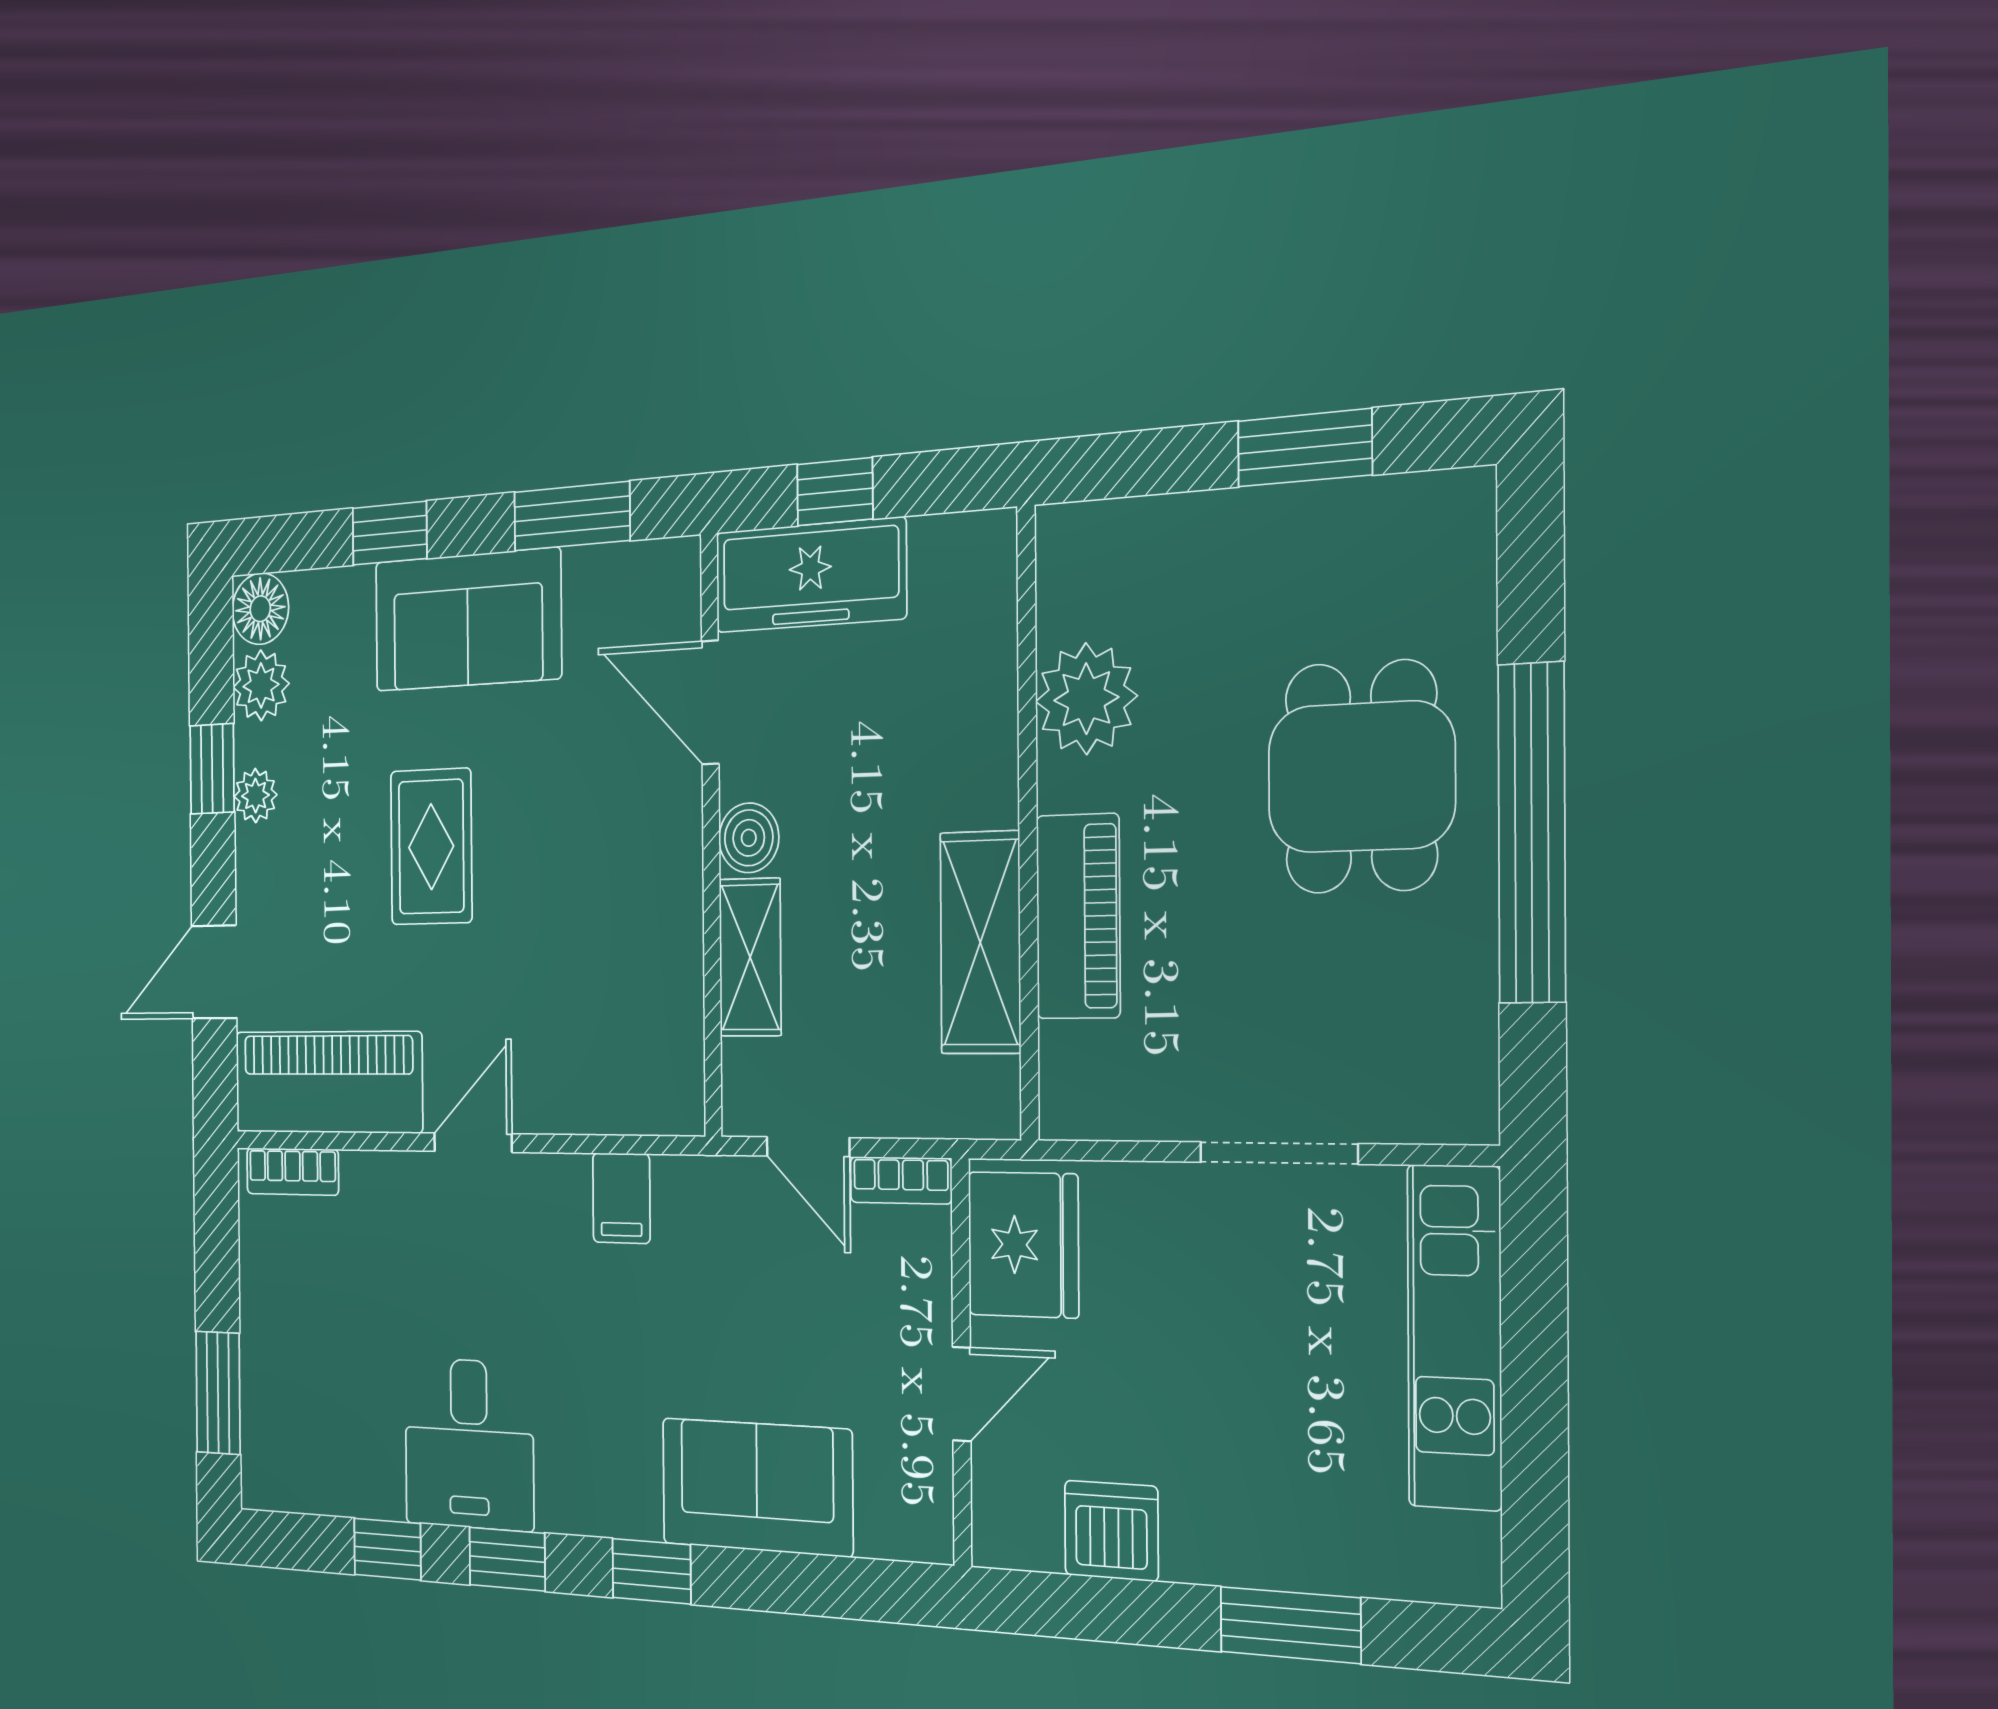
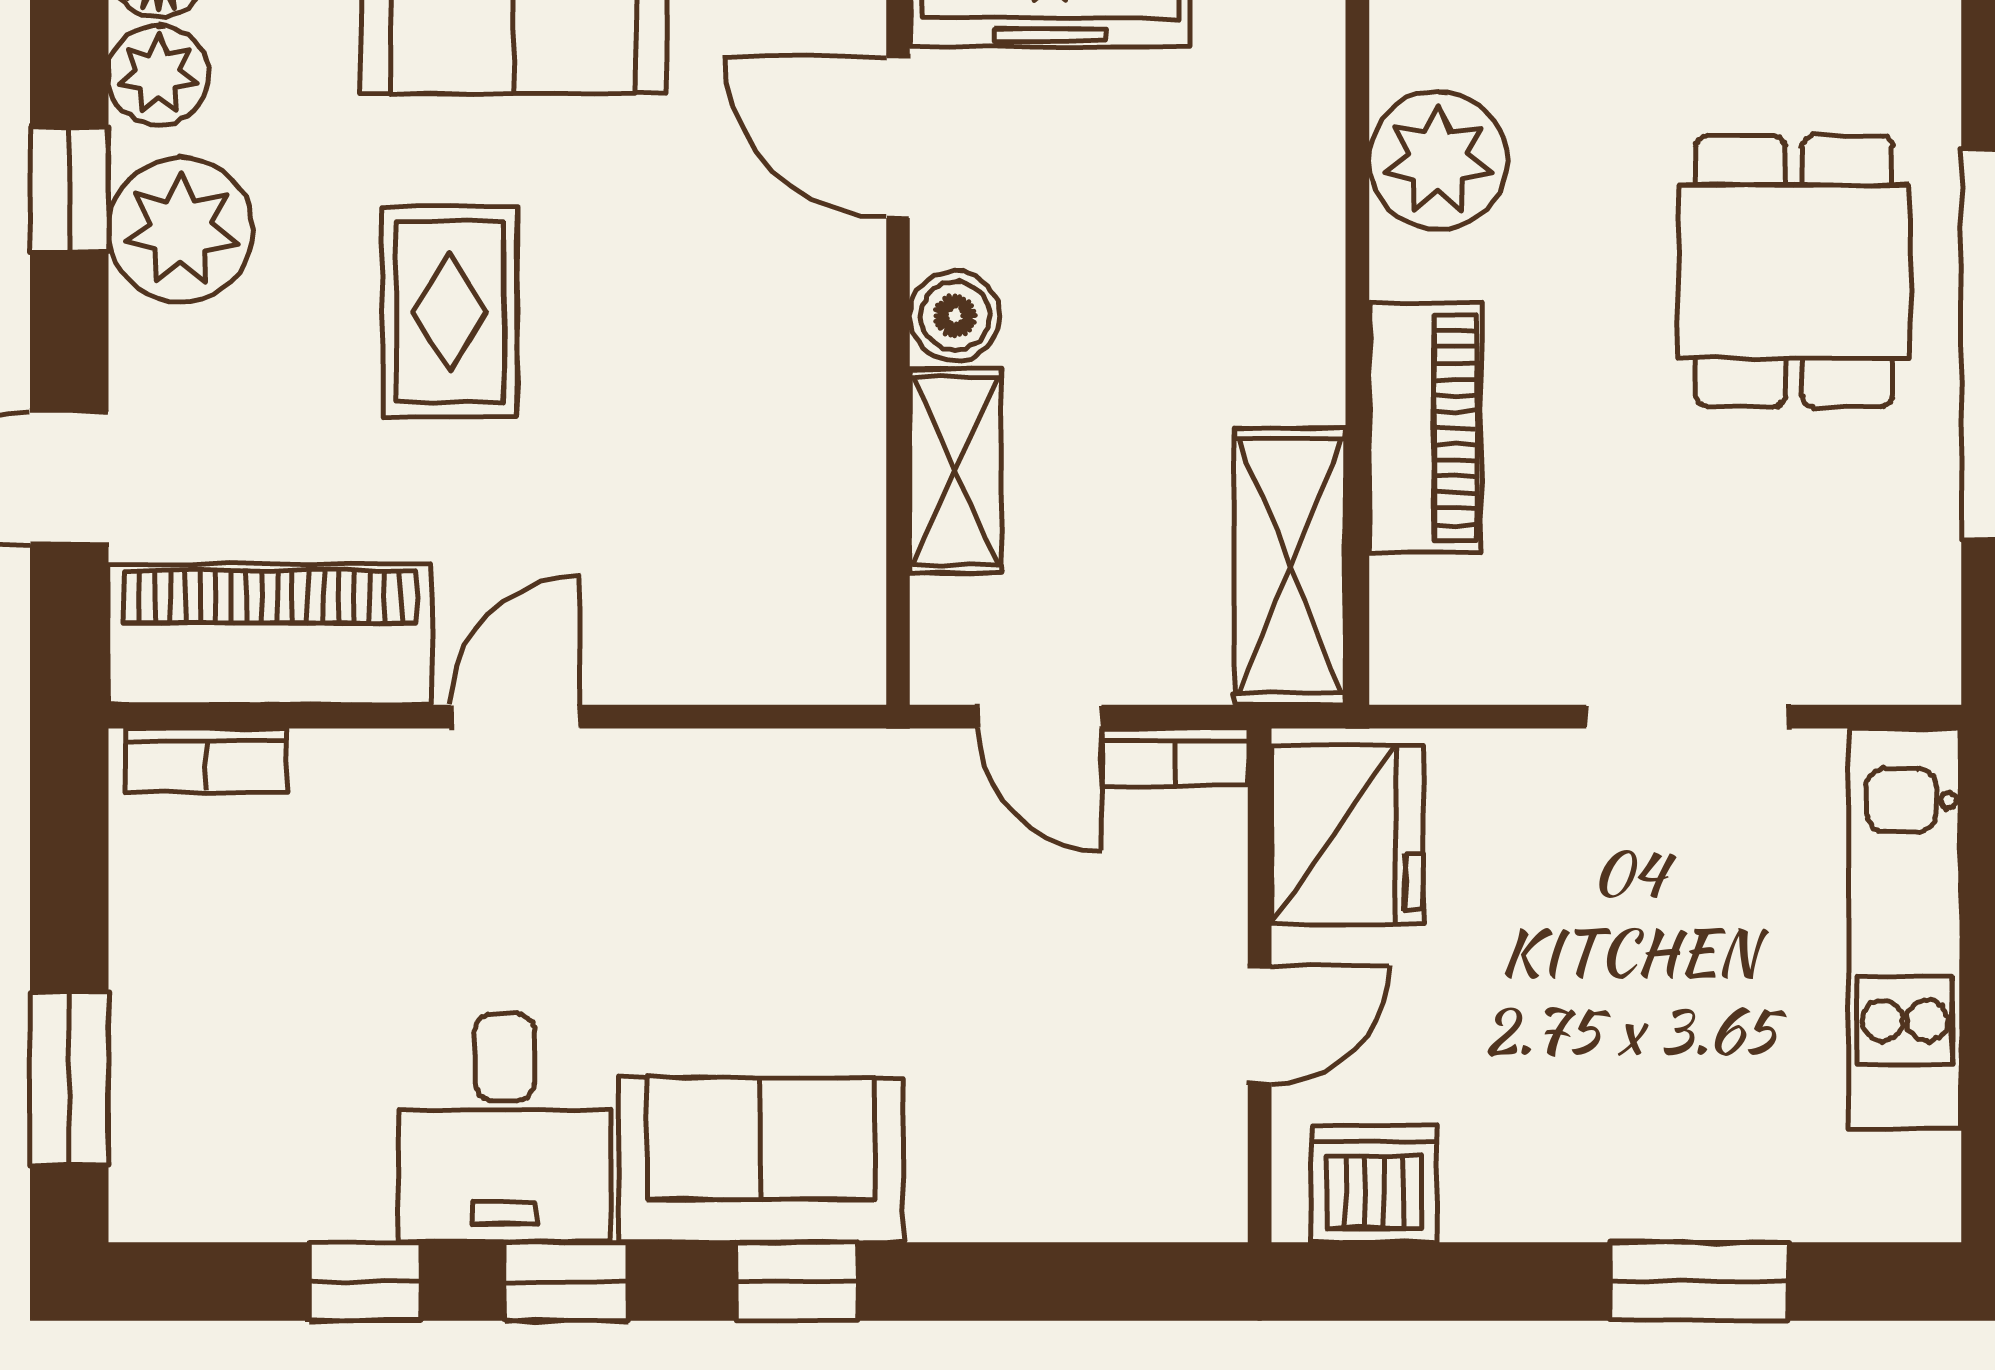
plant: (255, 796) -> (180, 230), width x1.88, depth x1.88
shelving: (980, 943) -> (1290, 566), moved
filing cabinet: (621, 1198) -> (754, 788), removed
sofa: (757, 1487) -> (761, 1160), moved
dishwasher: (1111, 1531) -> (1374, 1184), moved

